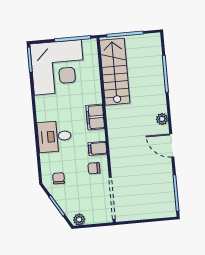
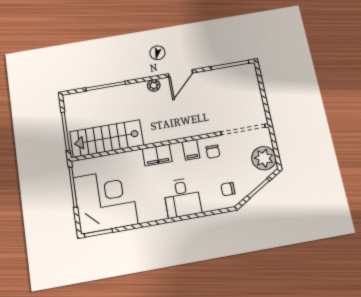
plant: (79, 219) -> (264, 158), width x1.87, depth x1.87

